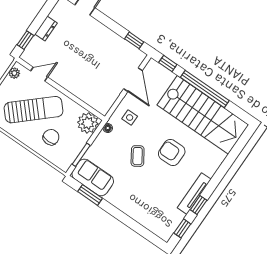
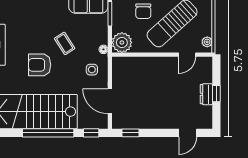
window: (25, 40) -> (216, 94), moved
armchair: (172, 152) -> (40, 65), turned 180

